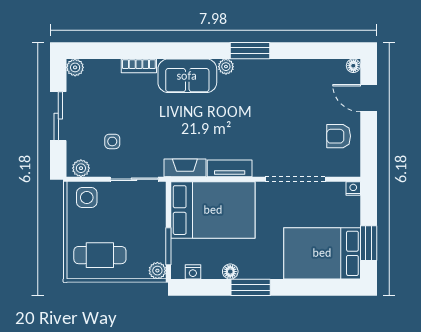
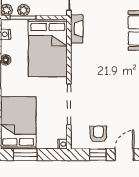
window: (369, 137) -> (98, 155), added
tv unit: (230, 168) -> (76, 59), removed
plant: (158, 245) -> (24, 10), added

